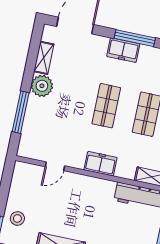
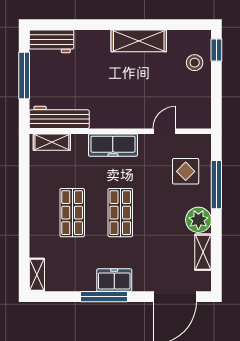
display table: (44, 129) -> (186, 171), added
freezer: (100, 164) -> (113, 145), width x1.40

